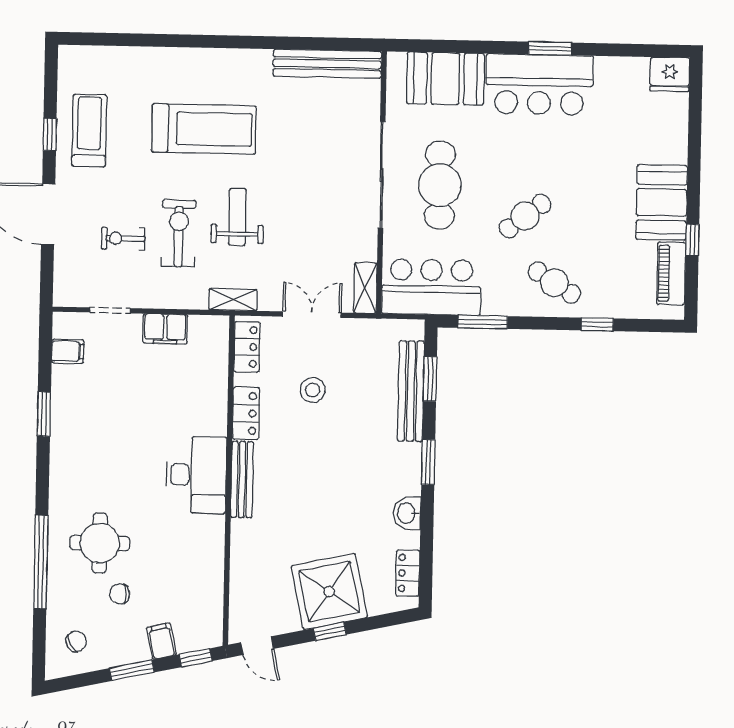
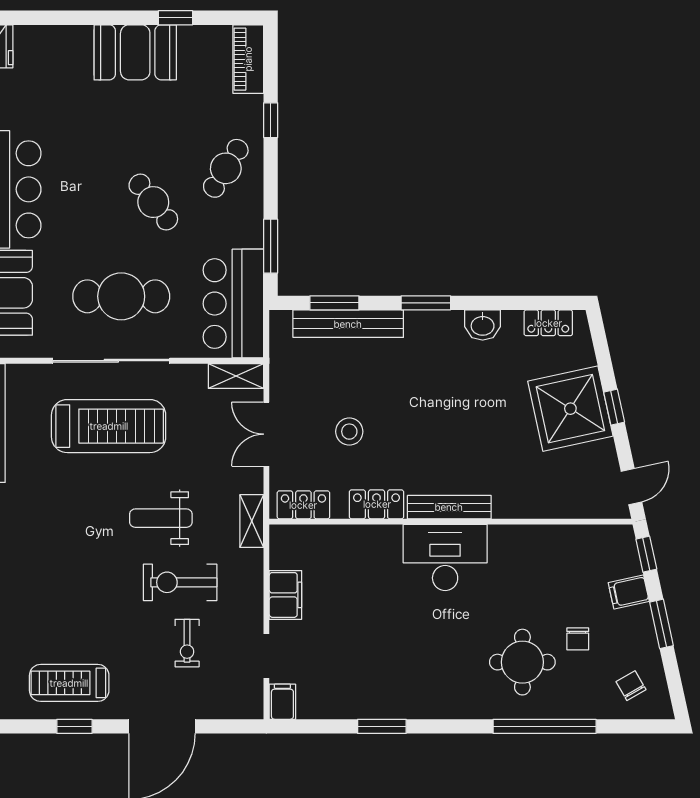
treadmill: (204, 129) -> (109, 426), moved, turned 90
piano: (671, 273) -> (248, 59), moved, turned 90
filing cabinet: (68, 351) -> (282, 702), moved

